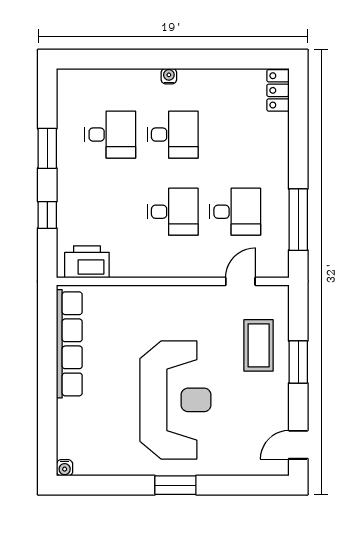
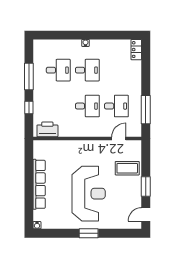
window: (47, 148) -> (29, 77), width x1.44
row of seats: (69, 344) -> (39, 184), moved
coffee table: (259, 345) -> (127, 168), turned 90
window: (298, 362) -> (146, 187), moved

